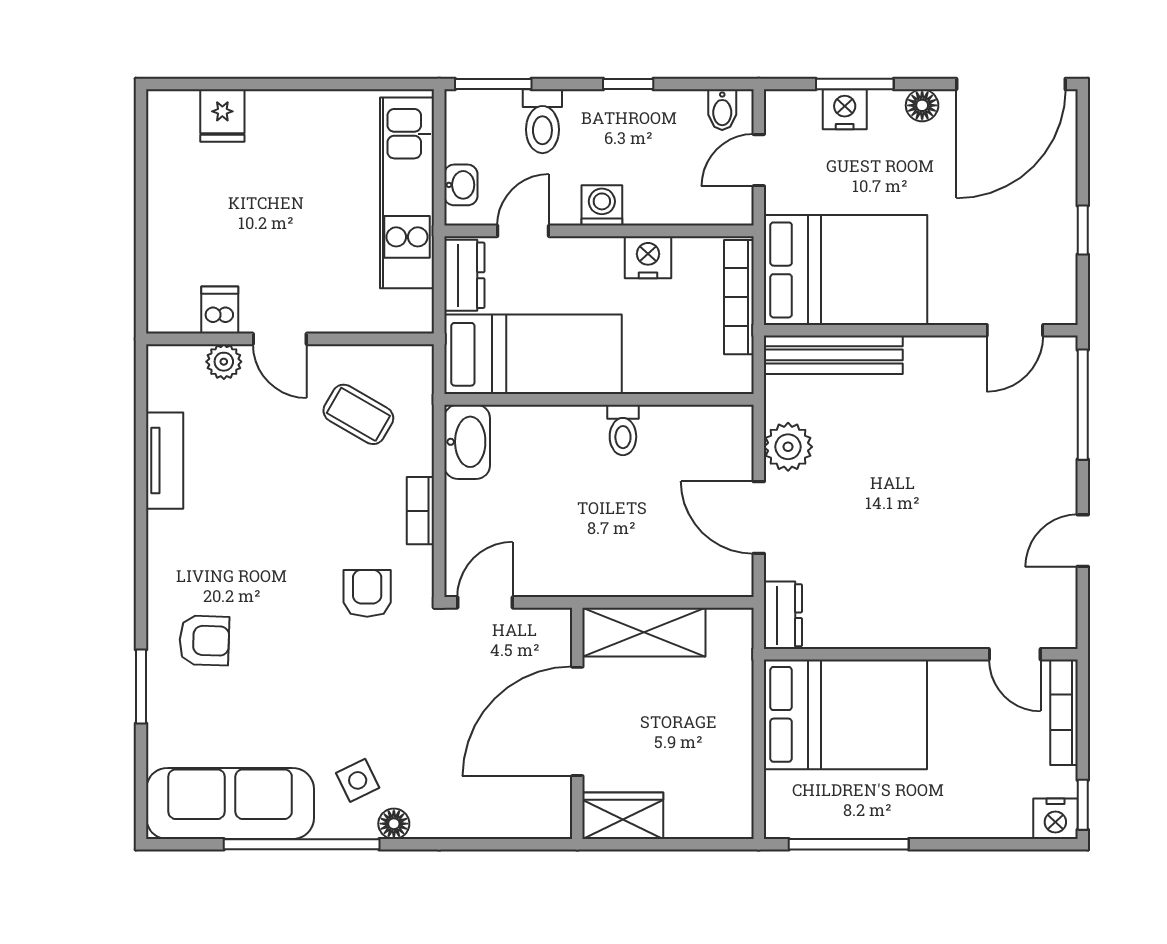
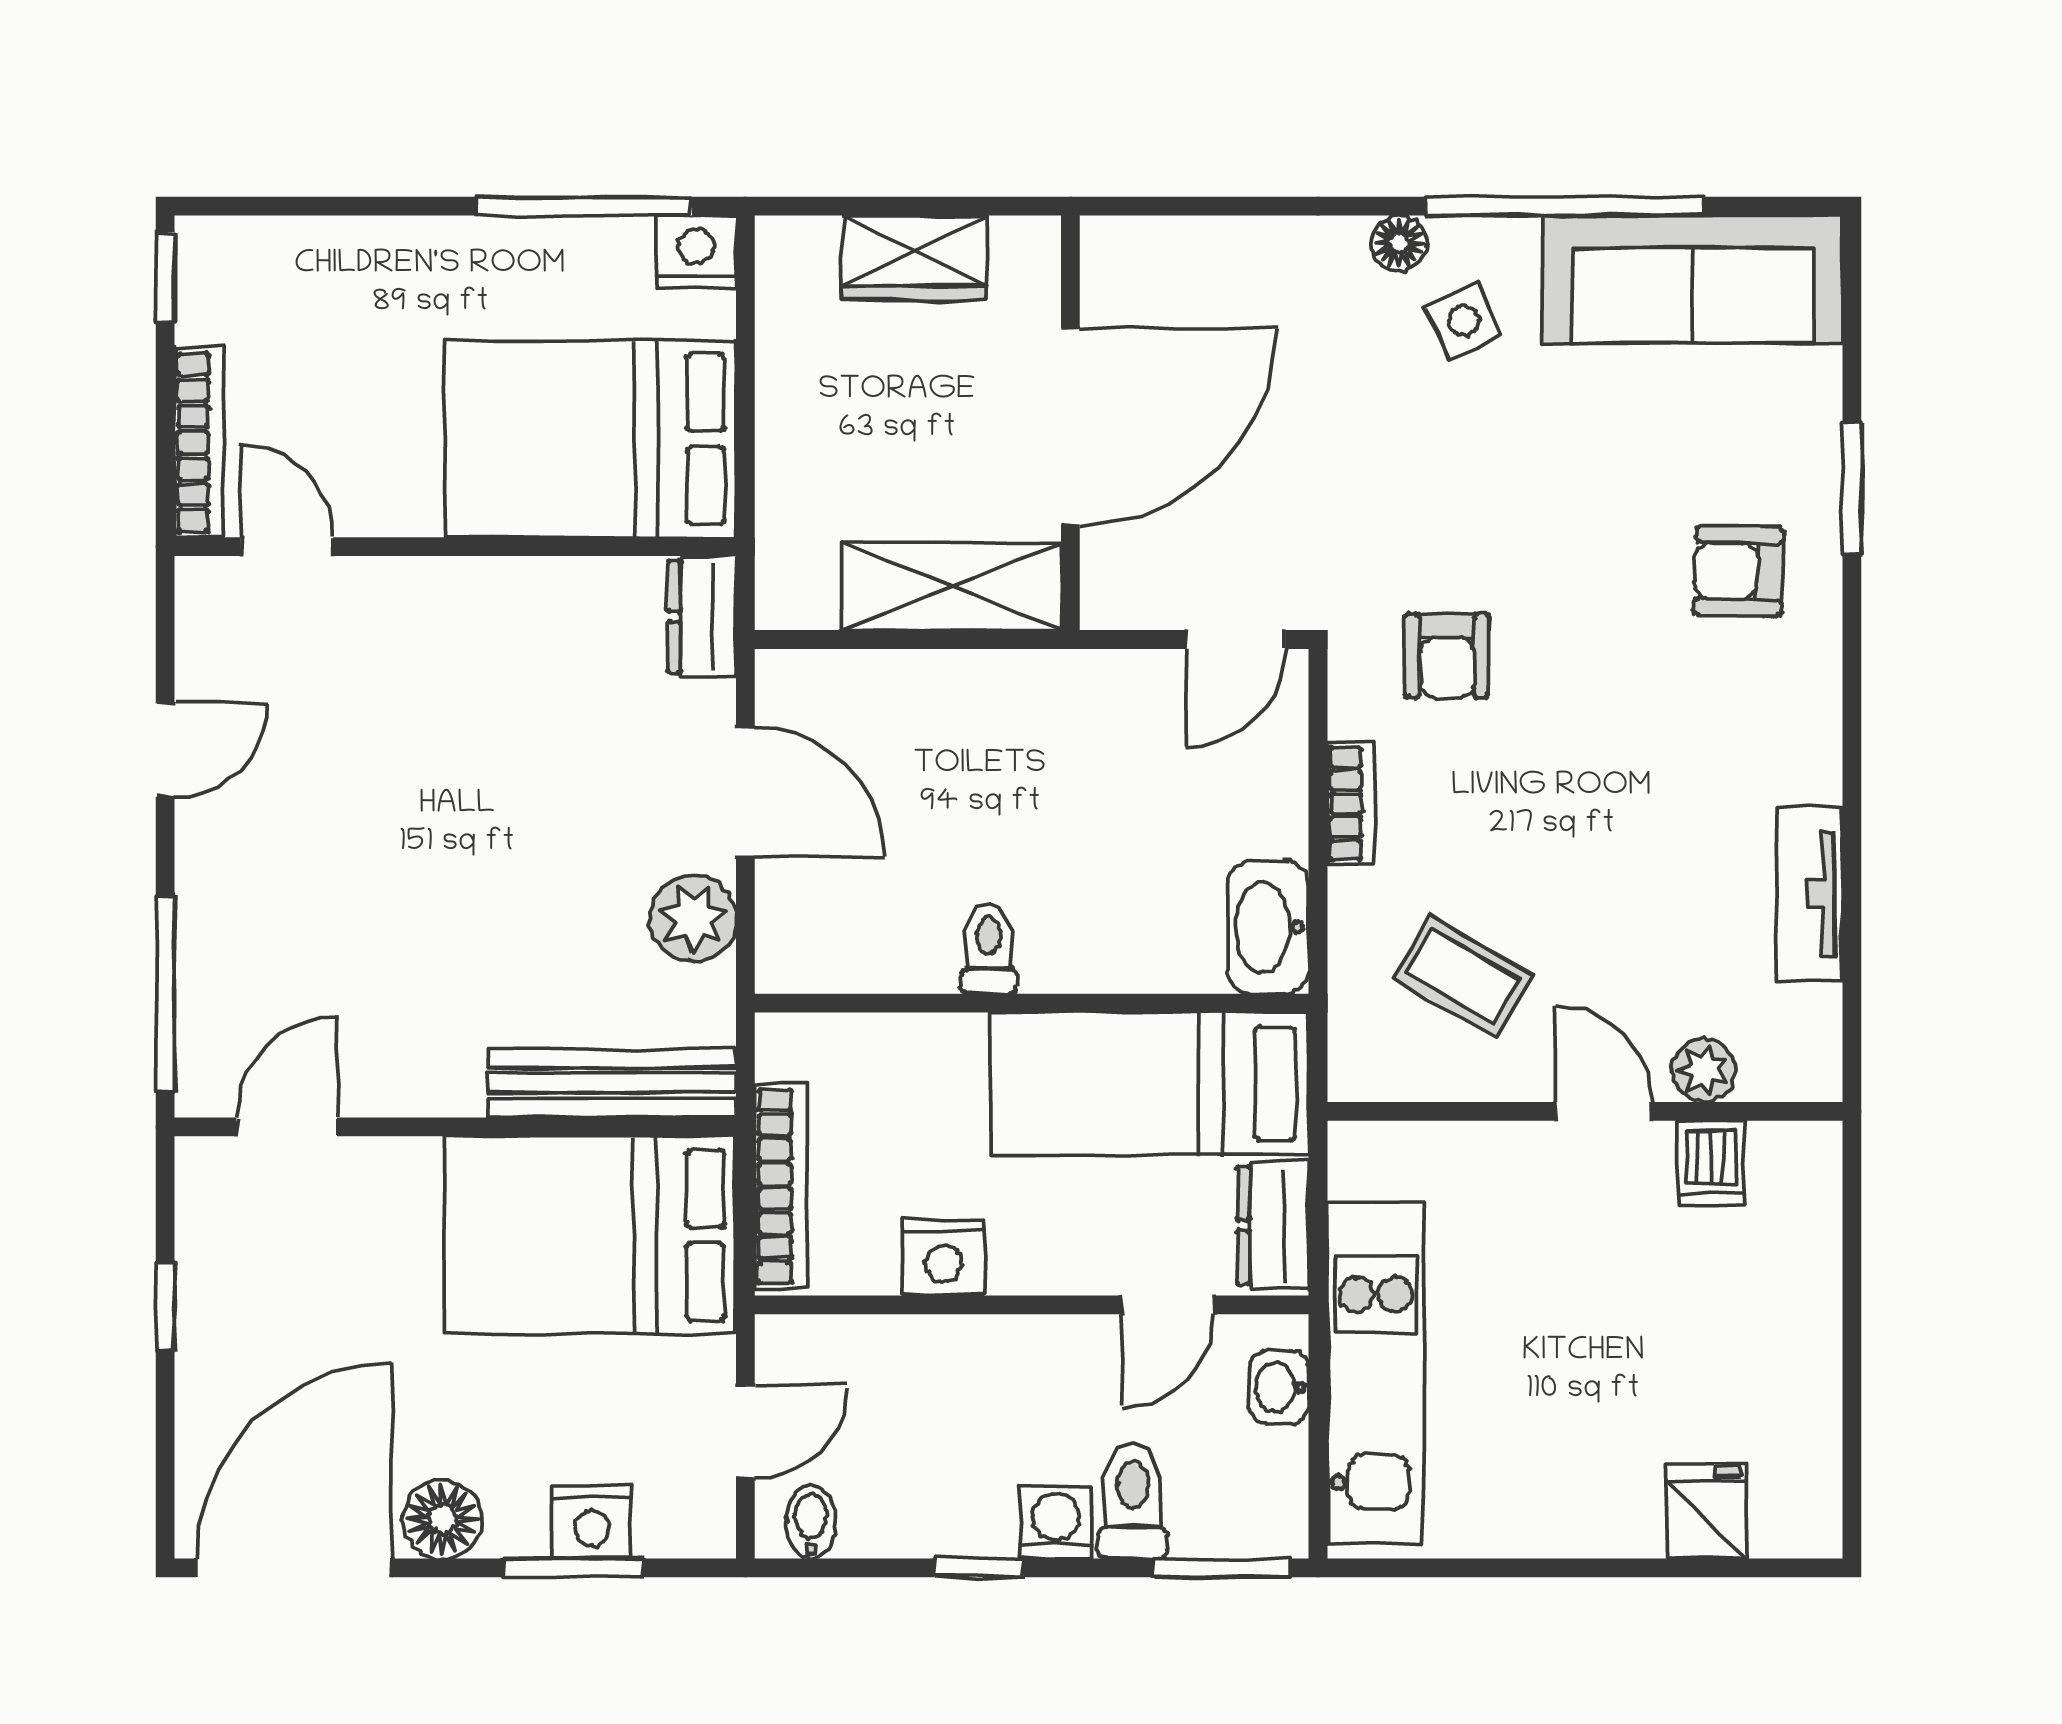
floor lamp: (922, 105) -> (442, 1519), width x1.37, depth x1.37
washing machine: (602, 205) -> (1056, 1522), moved, turned 180
wardrobe: (623, 816) -> (915, 257), moved
nightstand: (1055, 819) -> (697, 252), moved

